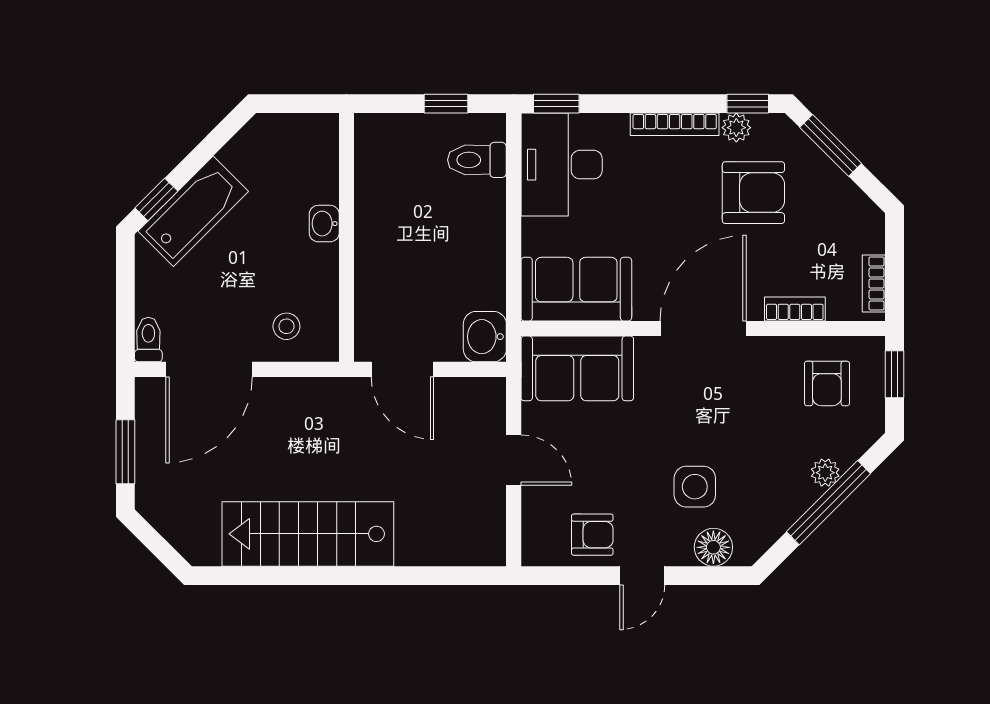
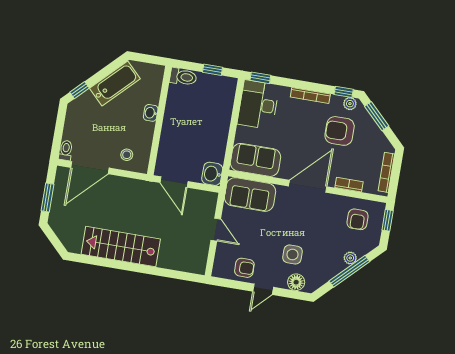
plant: (736, 128) -> (350, 104), moved
toilet: (477, 160) -> (183, 77), moved, turned 180
armchair: (753, 193) -> (340, 131), turned 180
bathtub: (193, 211) -> (115, 84), moved
bookcase: (874, 283) -> (386, 172), width x1.56

